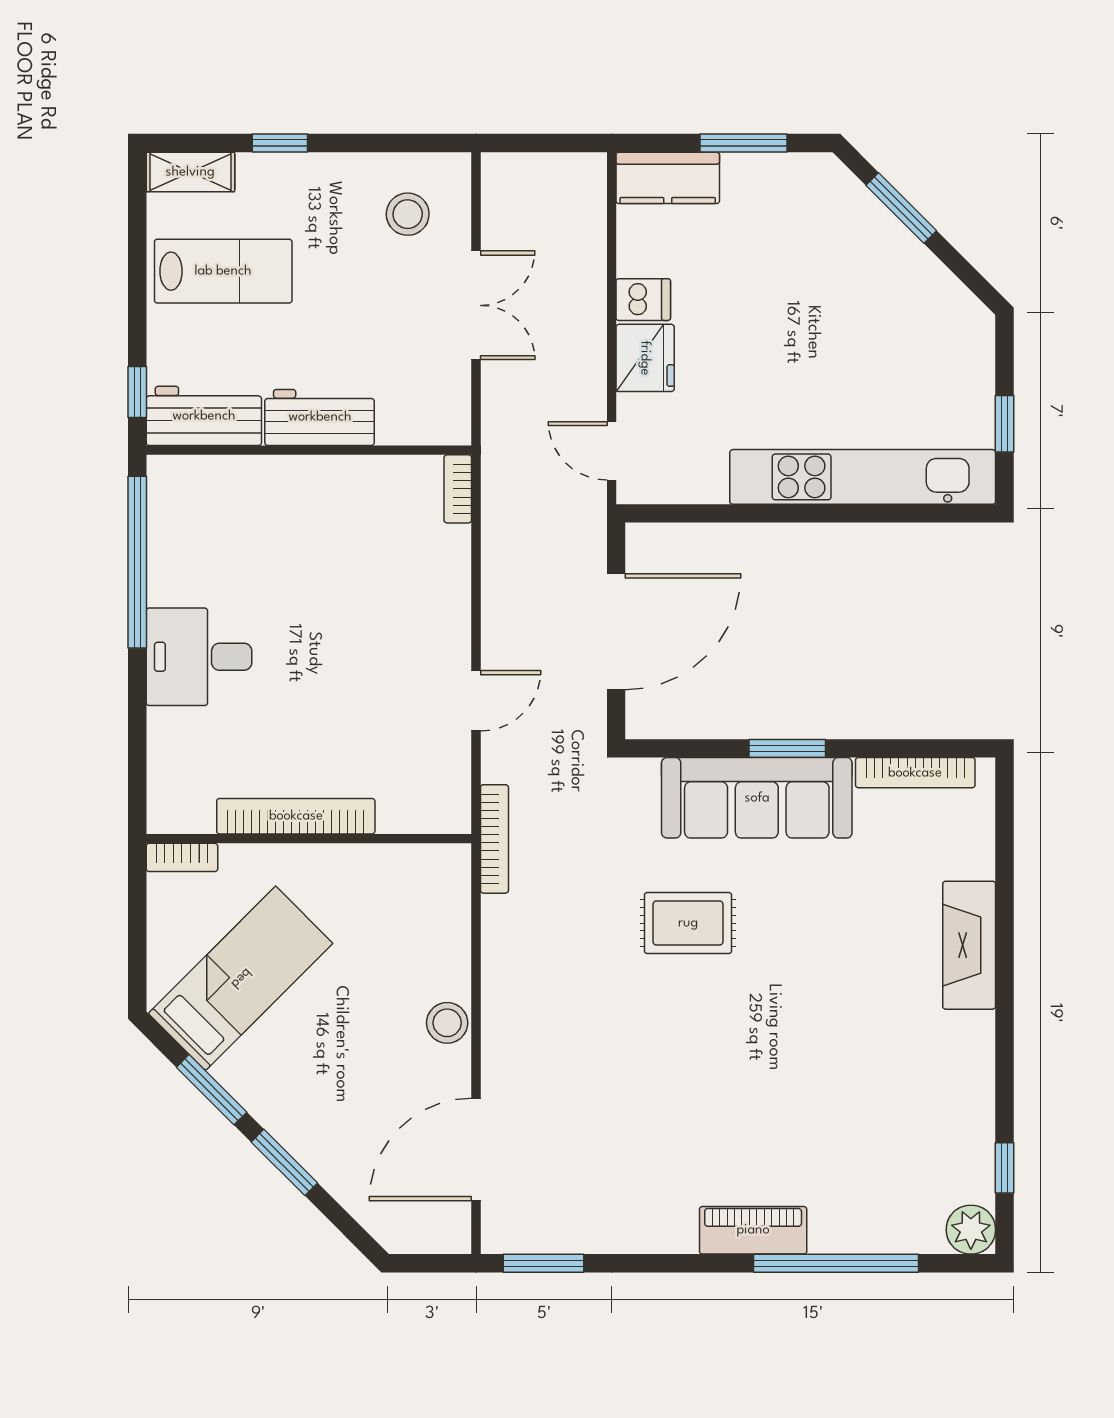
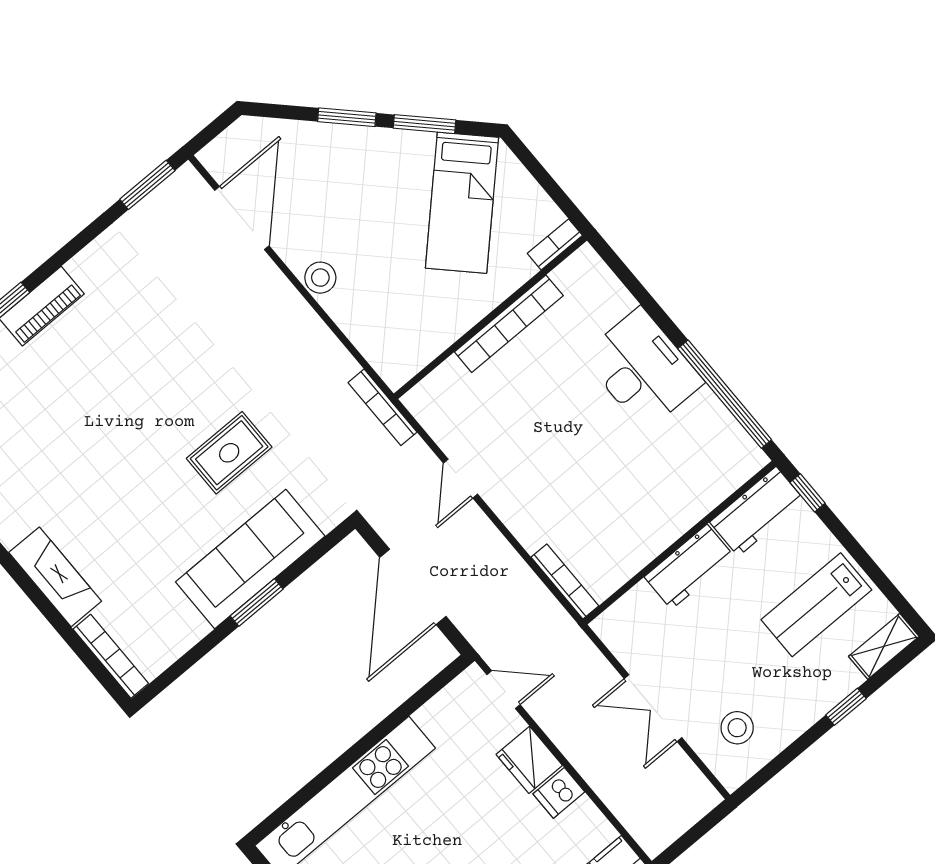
bookcase: (458, 489) -> (565, 582), width x1.56
desk: (199, 657) -> (643, 369), width x1.37
bookcase: (915, 773) -> (111, 656), moved, turned 90

